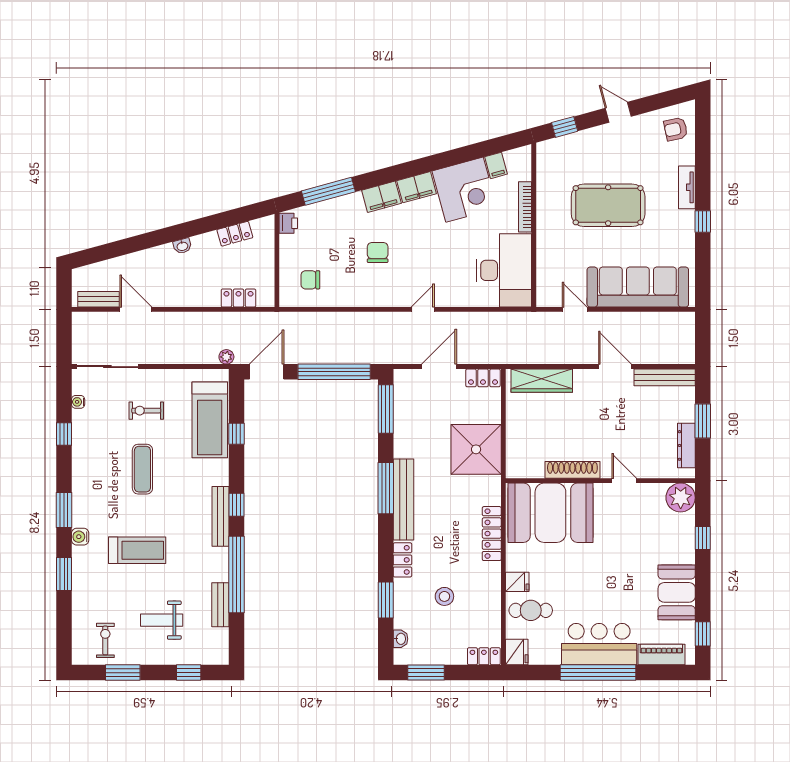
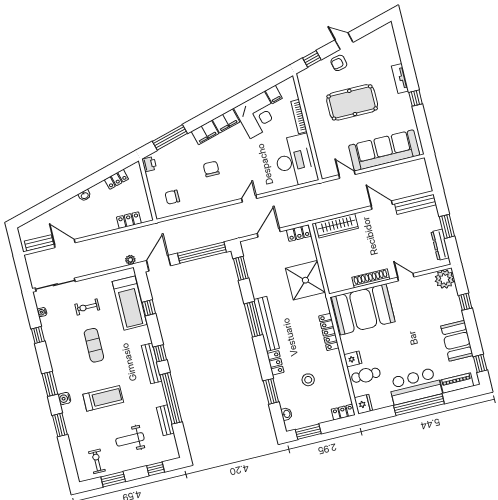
armchair: (676, 129) -> (339, 63), moved
window: (386, 409) -> (241, 268), width x0.69

